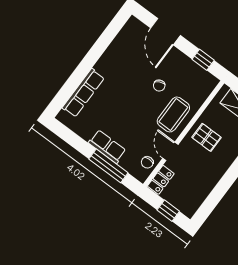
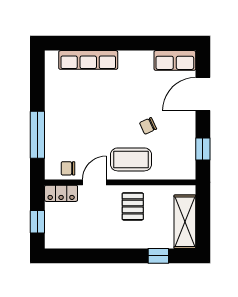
row of seats: (107, 147) -> (175, 60), moved, turned 90

